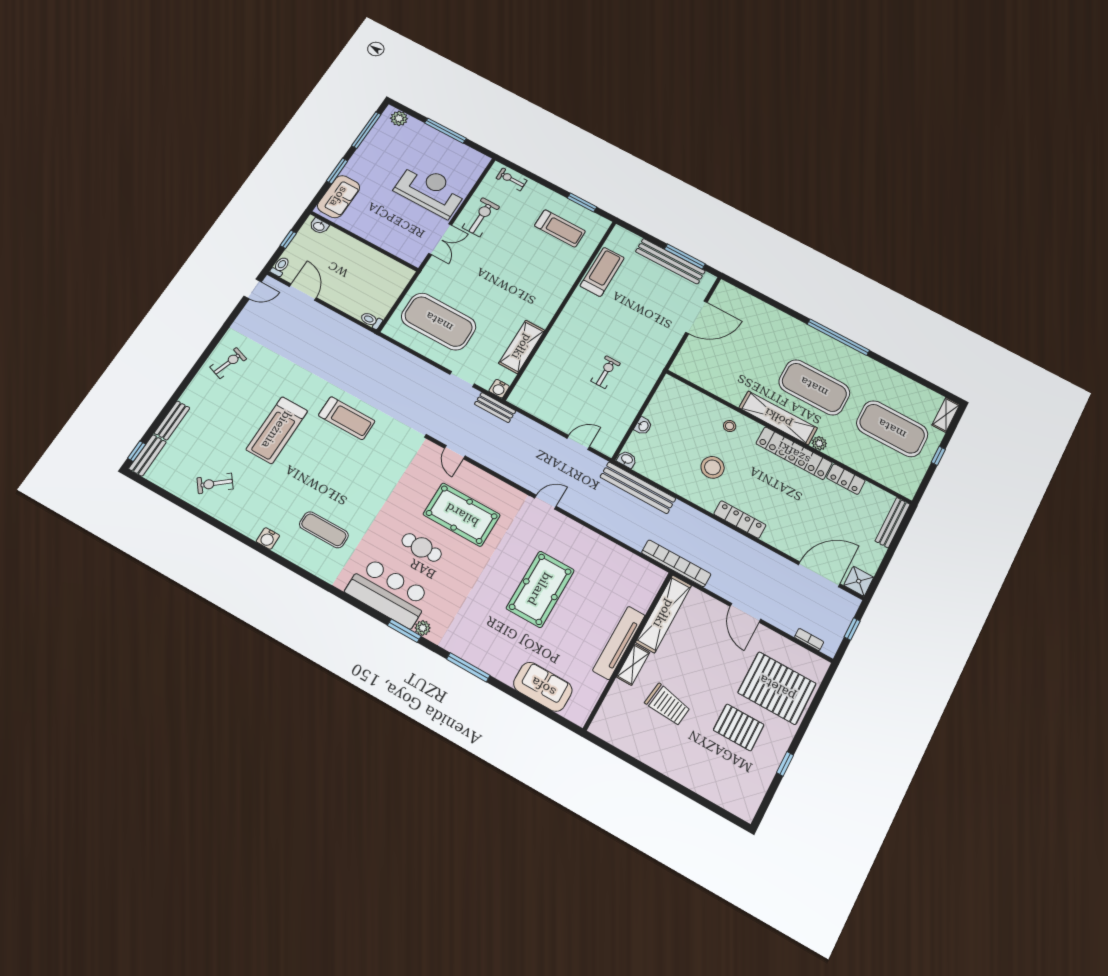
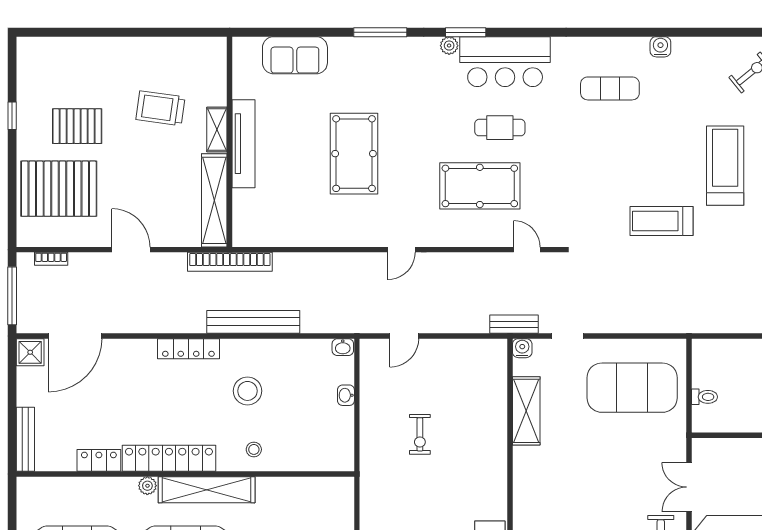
toilet: (371, 320) -> (704, 397), moved
bench: (638, 488) -> (253, 322), moved
window: (852, 629) -> (12, 296), width x2.17

